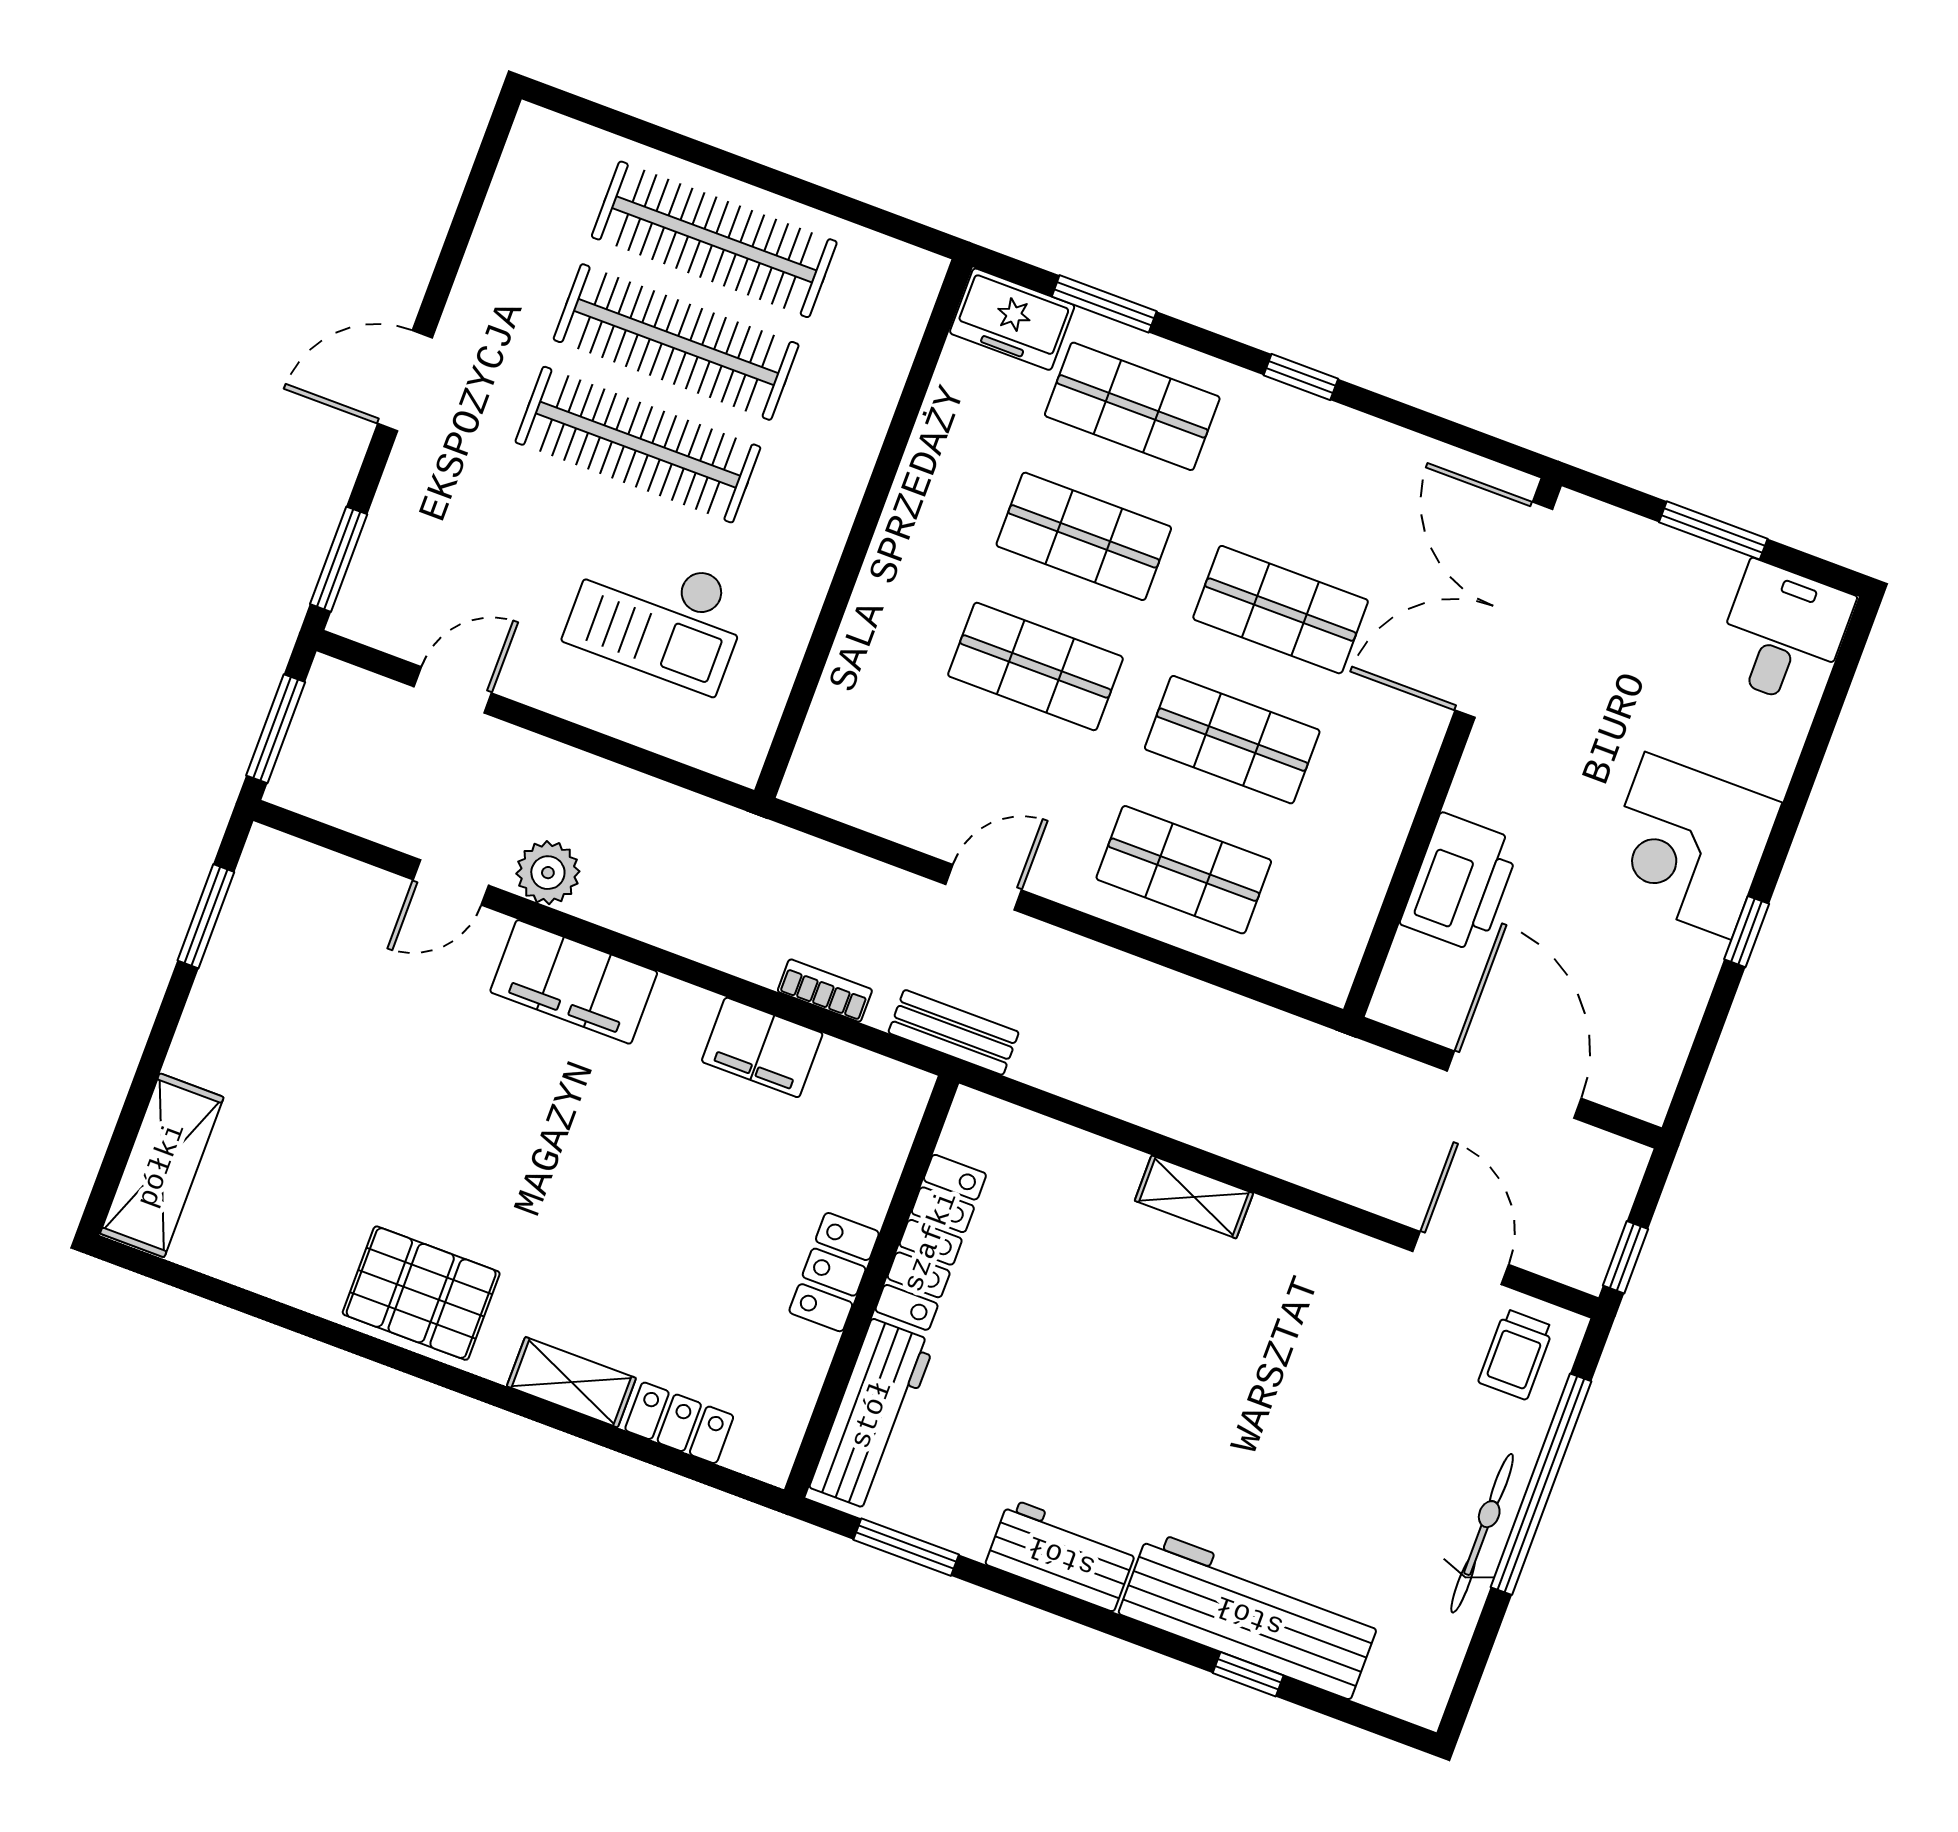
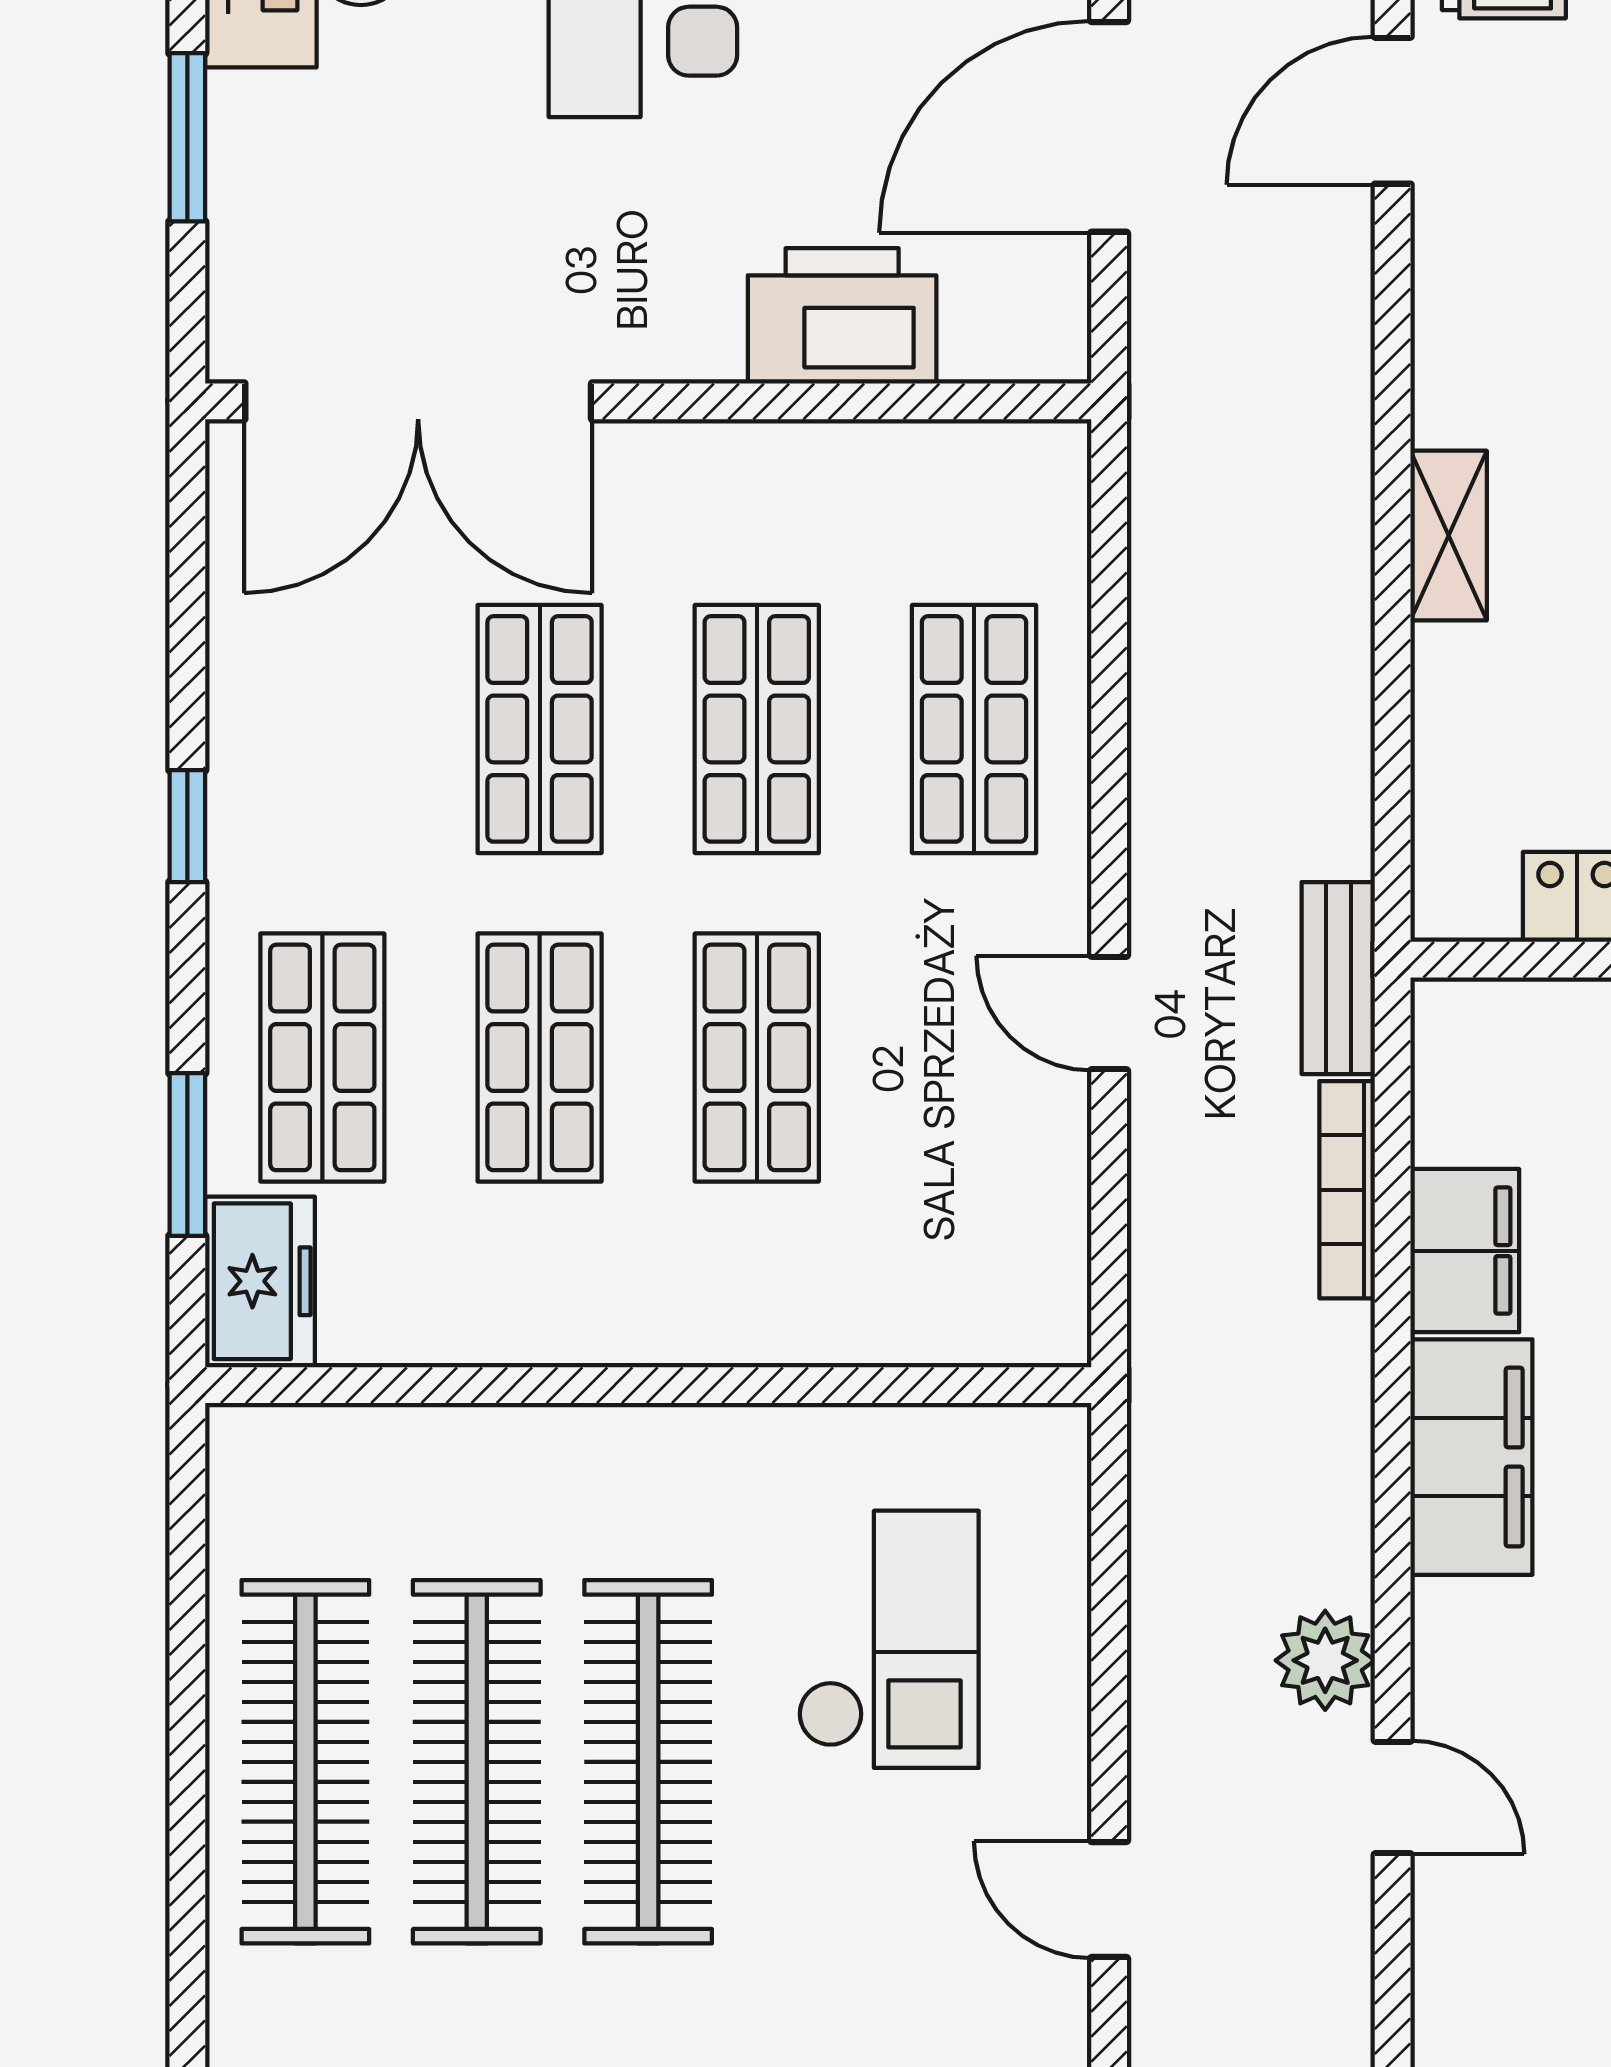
filing cabinet: (574, 982) -> (1471, 1457), moved
bookcase: (825, 991) -> (1347, 1190), width x1.56

